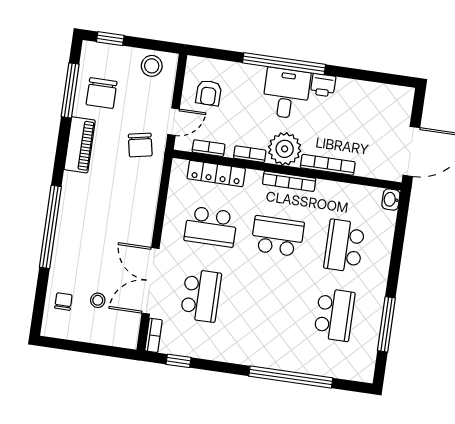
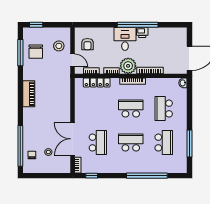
window: (284, 64) -> (138, 25), moved
stool: (152, 66) -> (59, 46), moved
door: (173, 122) -> (73, 60), hinge flipped
piano: (80, 145) -> (29, 94), moved
chair: (140, 145) -> (58, 74), removed
window: (50, 227) -> (20, 146), moved
school desk: (211, 227) -> (131, 143), moved, turned 180

